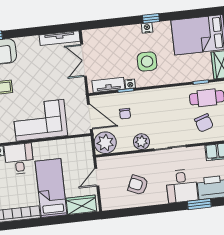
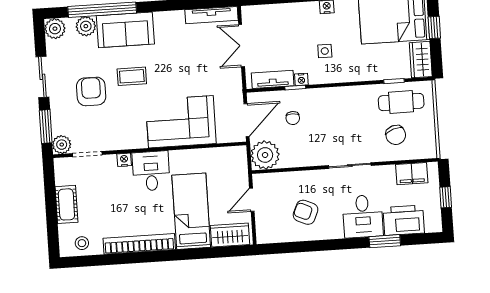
side table: (147, 62) -> (325, 51), width x0.54, depth x0.54
door: (90, 117) -> (247, 120), hinge flipped
plant: (141, 142) -> (313, 156), removed

